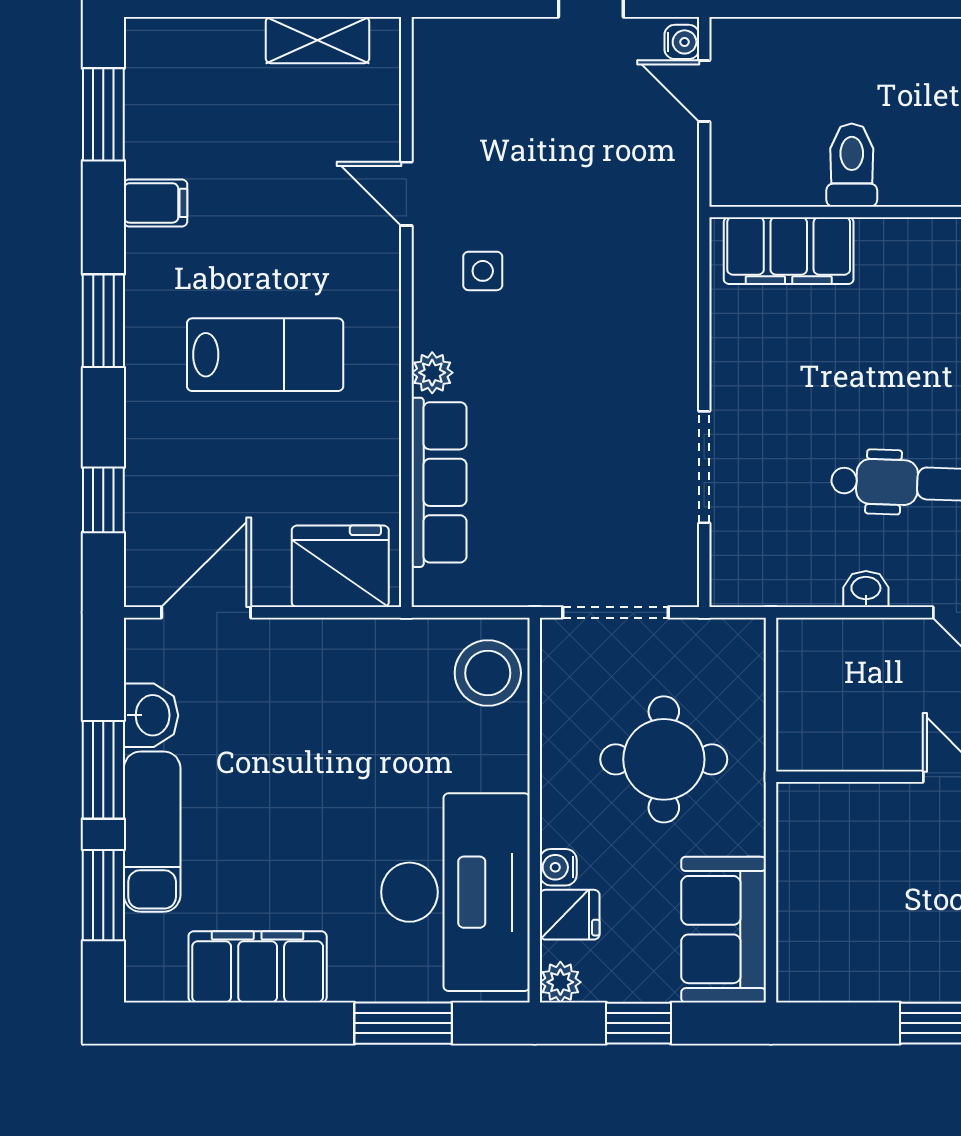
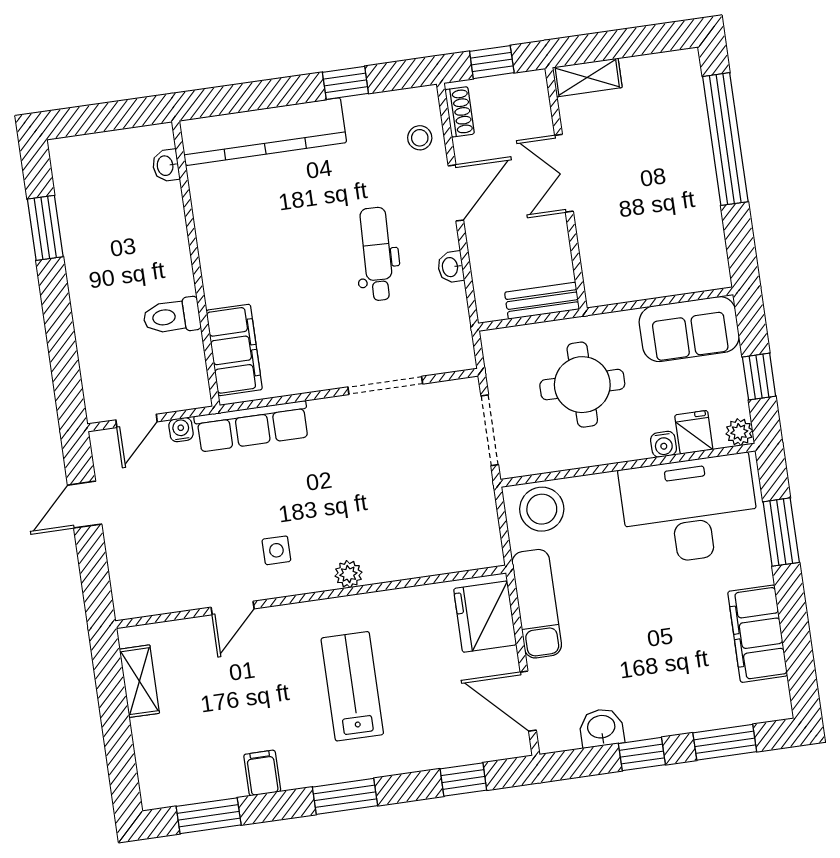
water cooler: (682, 42) -> (181, 430), moved
row of seats: (439, 482) -> (252, 426), moved, turned 180
bench: (797, 718) -> (542, 301), added
window: (103, 770) -> (642, 754), width x0.67
exam couch: (152, 832) -> (537, 604), moved, turned 90

